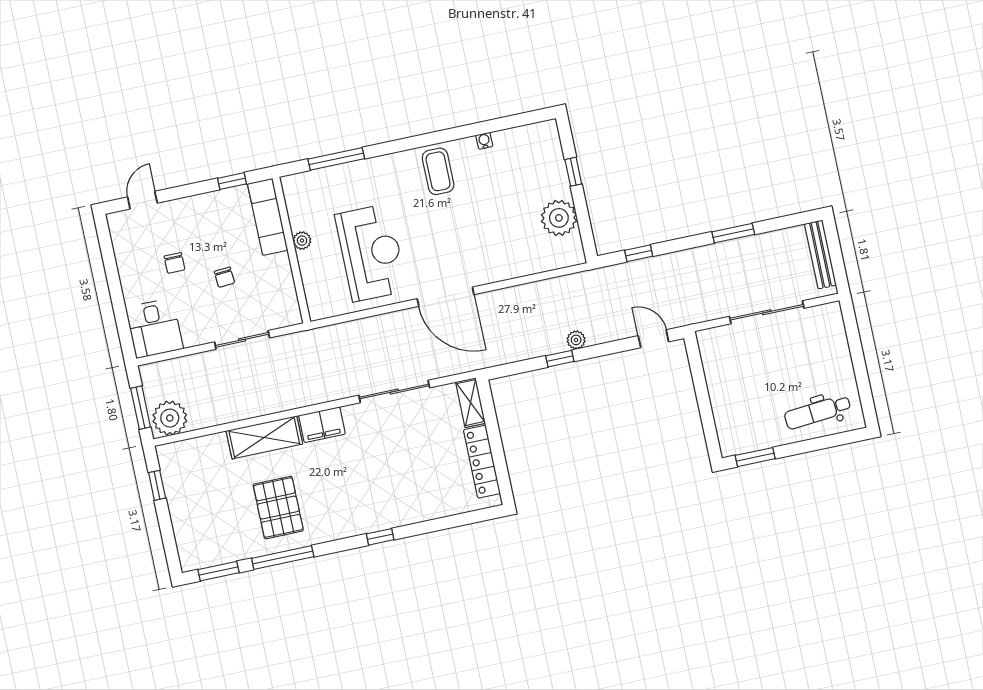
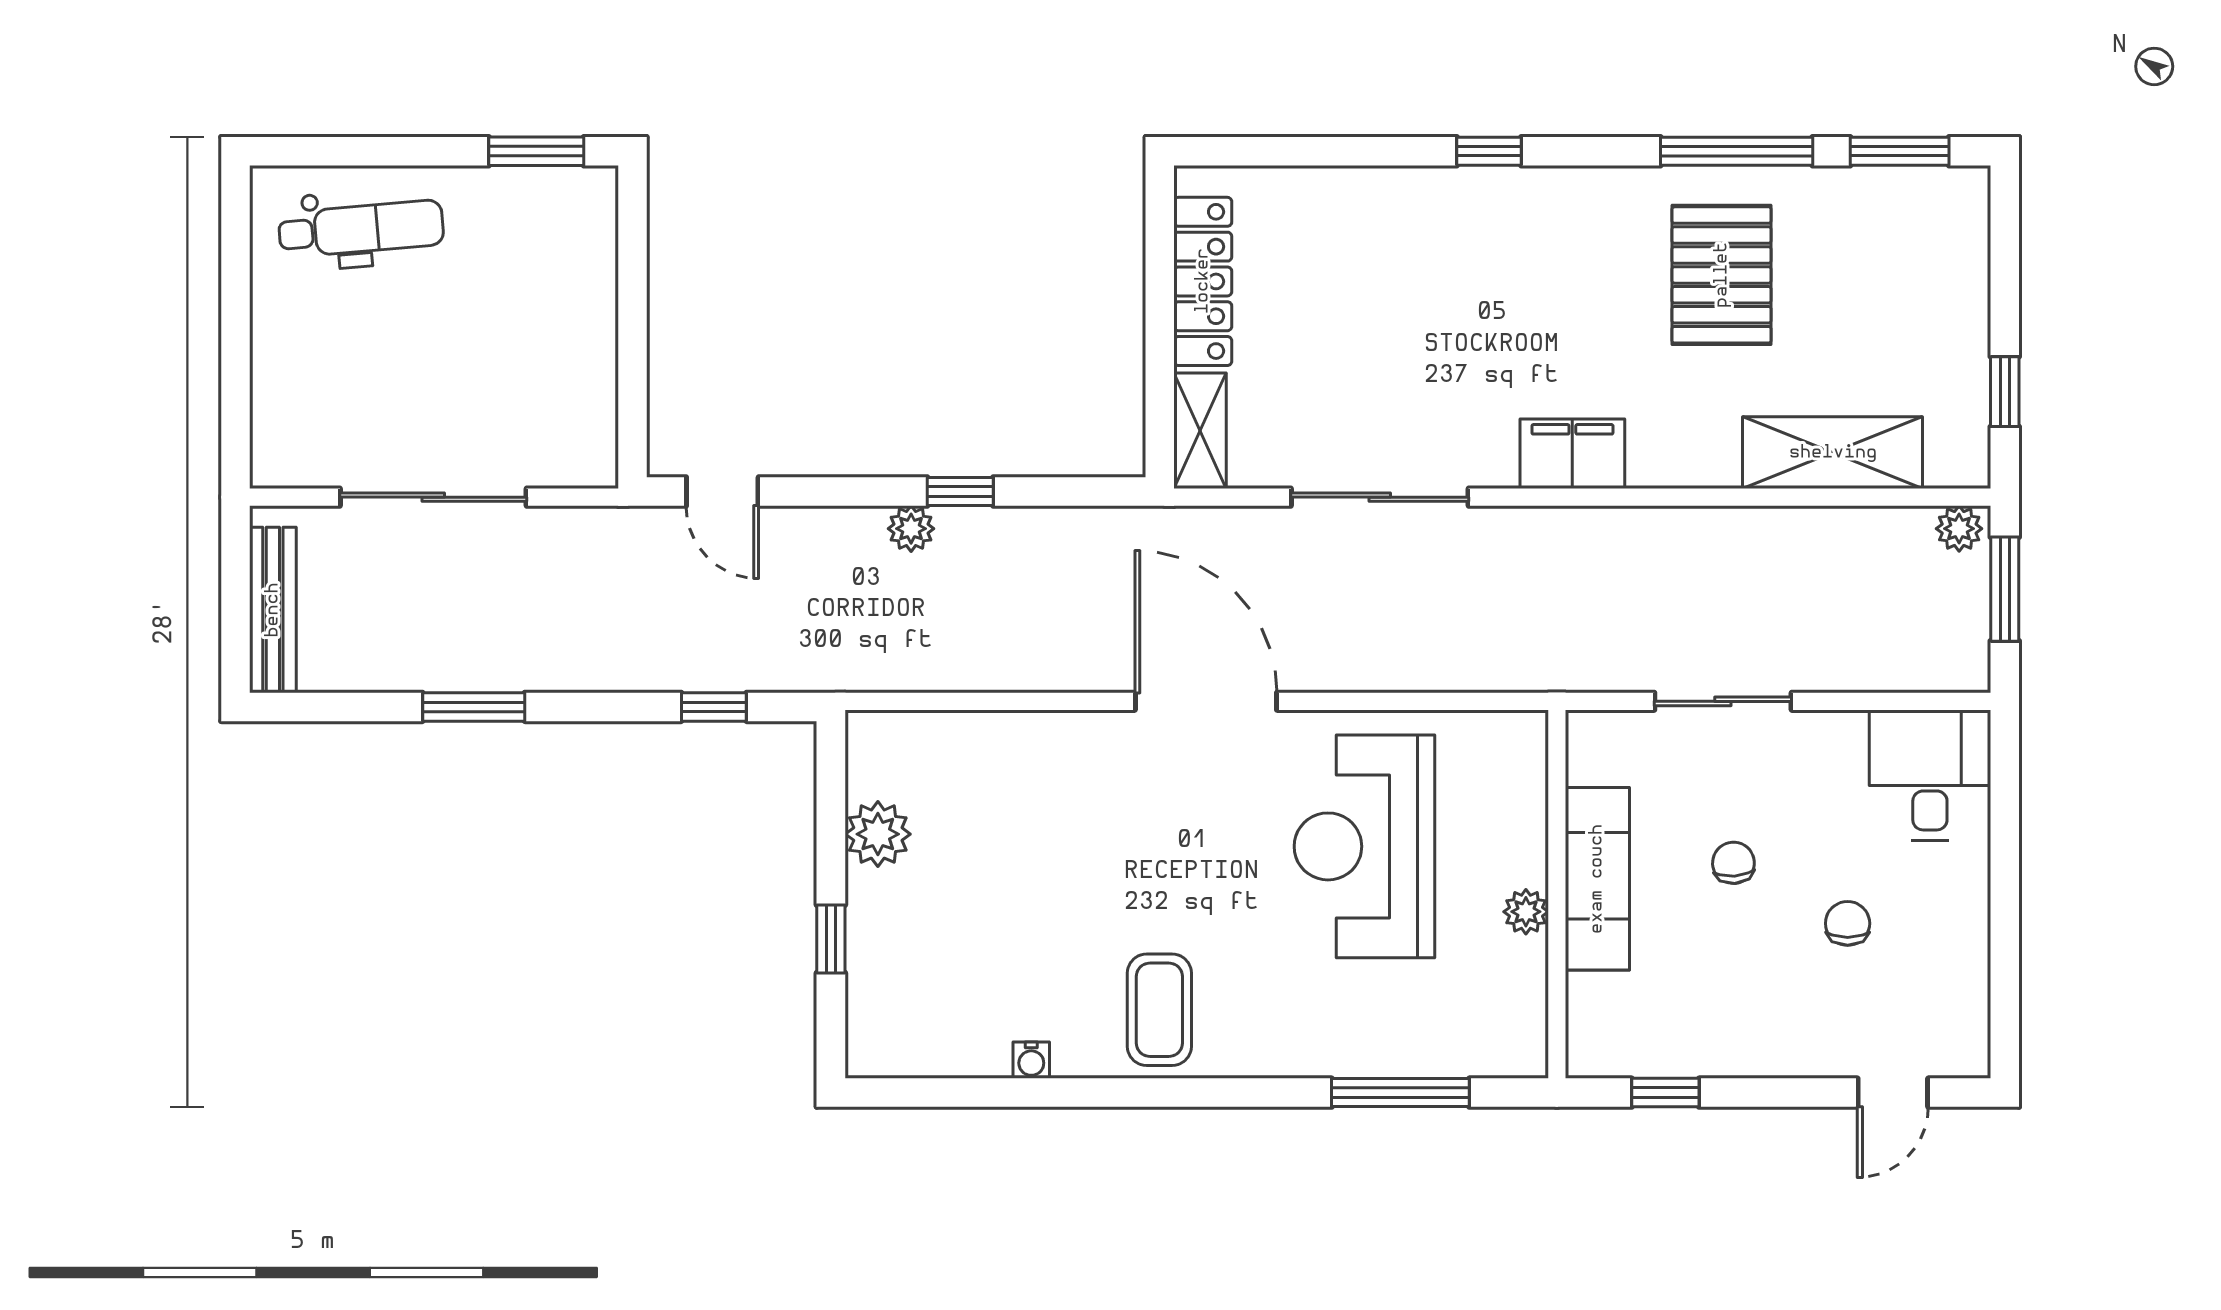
exam couch: (268, 217) -> (1597, 879), moved
plant: (559, 218) -> (878, 834), width x0.73, depth x0.73
plant: (170, 418) -> (1959, 529), width x0.53, depth x0.53
shelving: (264, 437) -> (1833, 453), moved

